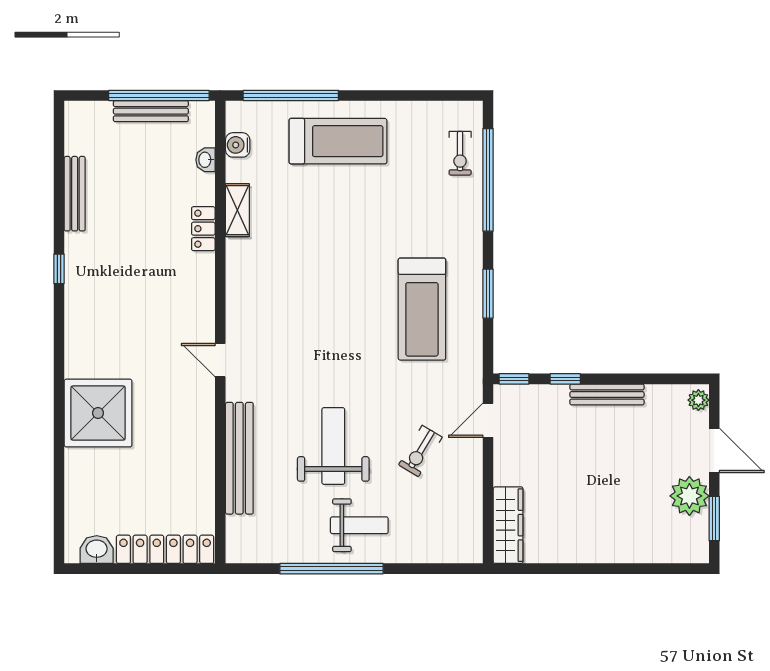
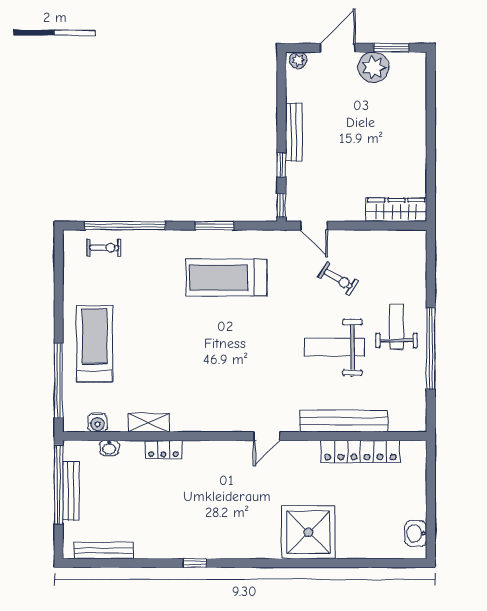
bench: (75, 194) -> (104, 551), moved
treadmill: (422, 309) -> (227, 278), turned 180
locker: (165, 549) -> (360, 451), moved, turned -90

